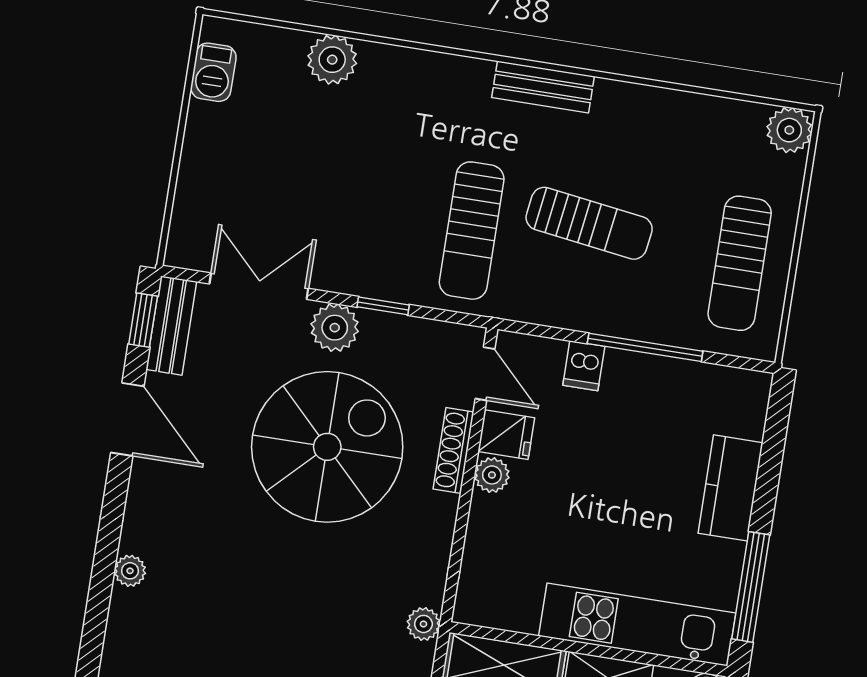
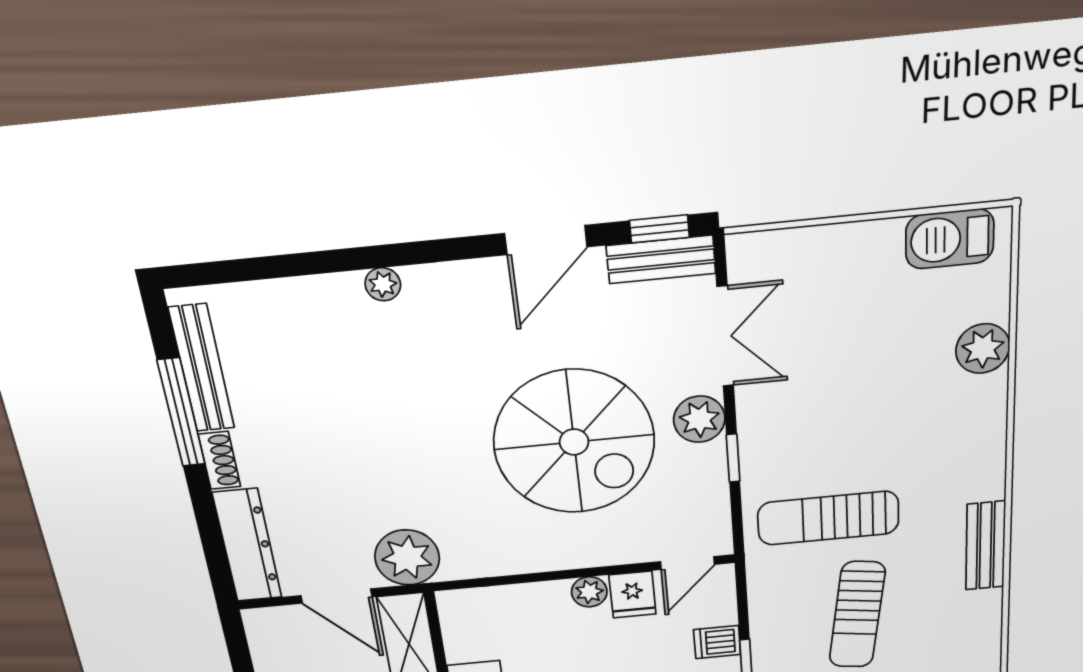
barbecue: (213, 72) -> (950, 239), width x1.38, depth x1.27
shoe rack: (454, 450) -> (604, 554), removed
plant: (423, 624) -> (407, 557), width x1.87, depth x1.87

